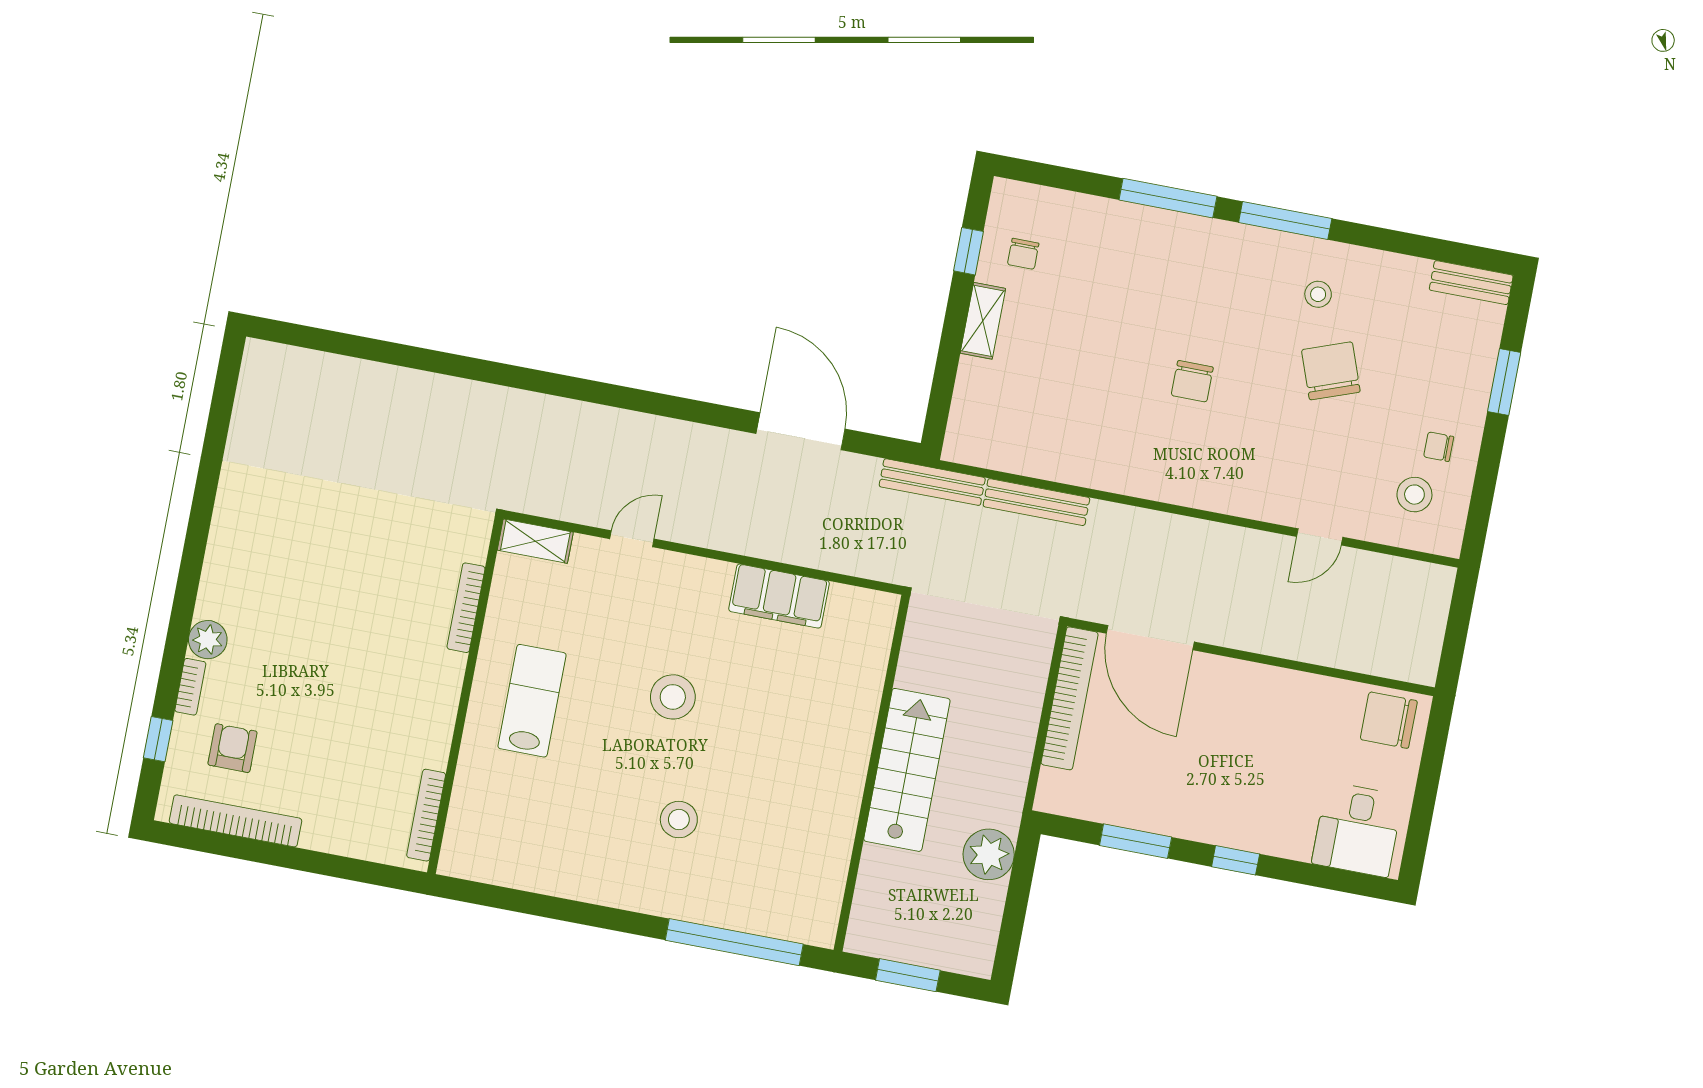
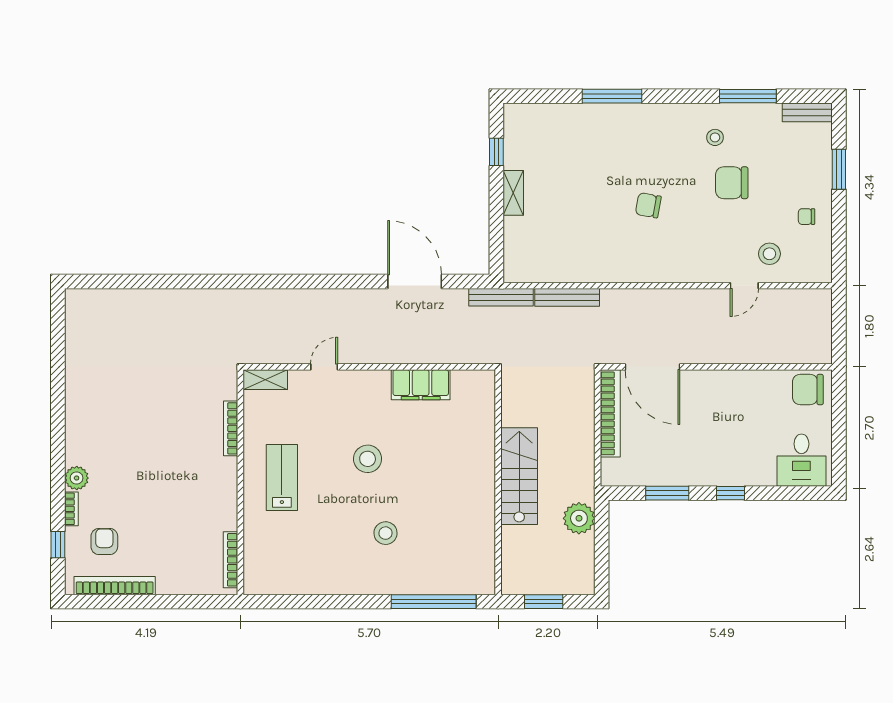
window: (1285, 220) -> (748, 96), moved
chair: (1023, 254) -> (530, 147), removed
chair: (1331, 371) -> (732, 183), turned -70
chair: (1192, 381) -> (648, 205), turned 100
stool: (1414, 495) -> (769, 254), moved

